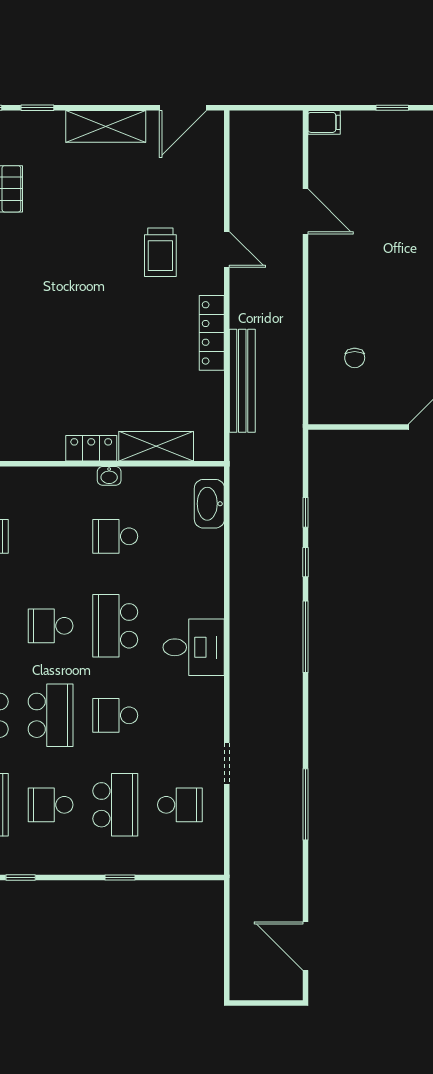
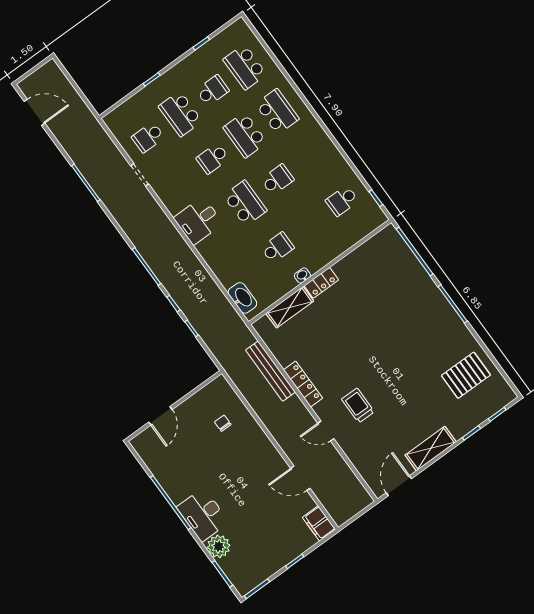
filing cabinet: (324, 122) -> (319, 523), width x2.00
school desk: (115, 715) -> (213, 158), turned 180

